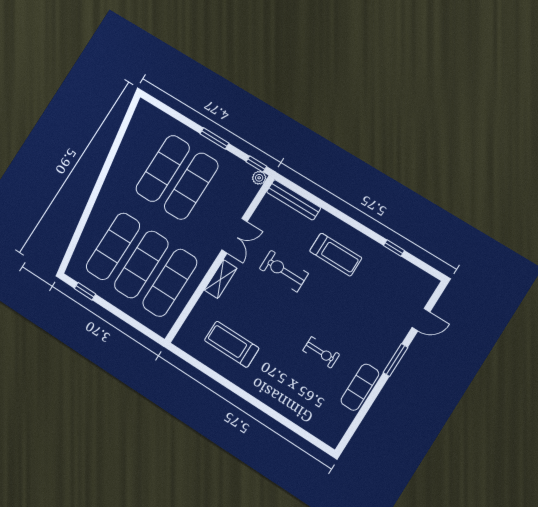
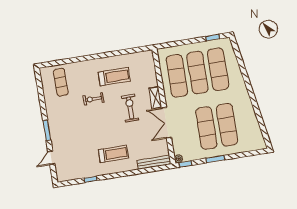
double door: (234, 236) -> (166, 123), width x1.37
treadmill: (336, 255) -> (114, 154), turned 180
exercise bike: (284, 271) -> (130, 108), moved, turned -90
treadmill: (232, 344) -> (114, 77), moved
exercise bike: (321, 352) -> (93, 99), moved
exercise mat: (360, 387) -> (61, 82), moved

